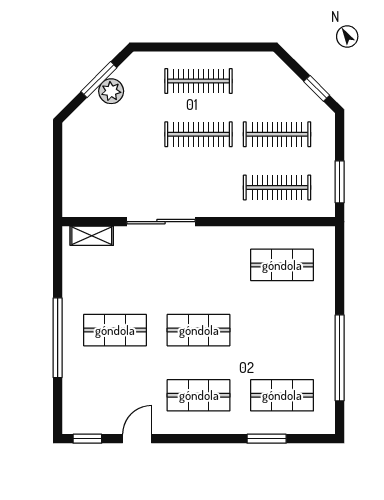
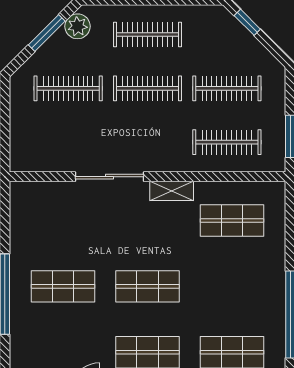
window: (317, 88) -> (247, 22), moved
plant: (111, 91) -> (78, 26), moved
clothes rail: (120, 134) -> (68, 88), added
shelving: (92, 236) -> (172, 191), moved

